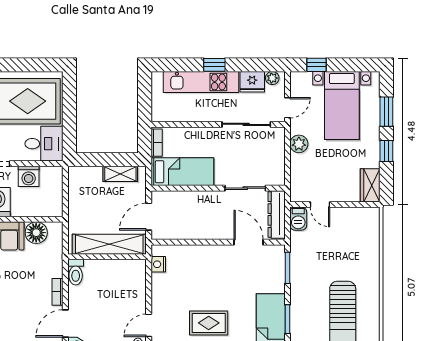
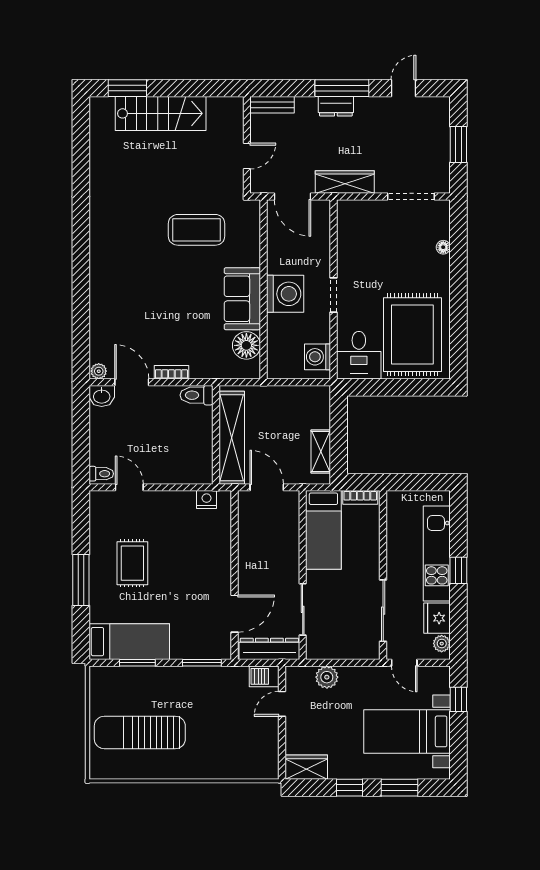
plant: (299, 144) -> (327, 677), moved
washing machine: (29, 176) -> (317, 357), moved

